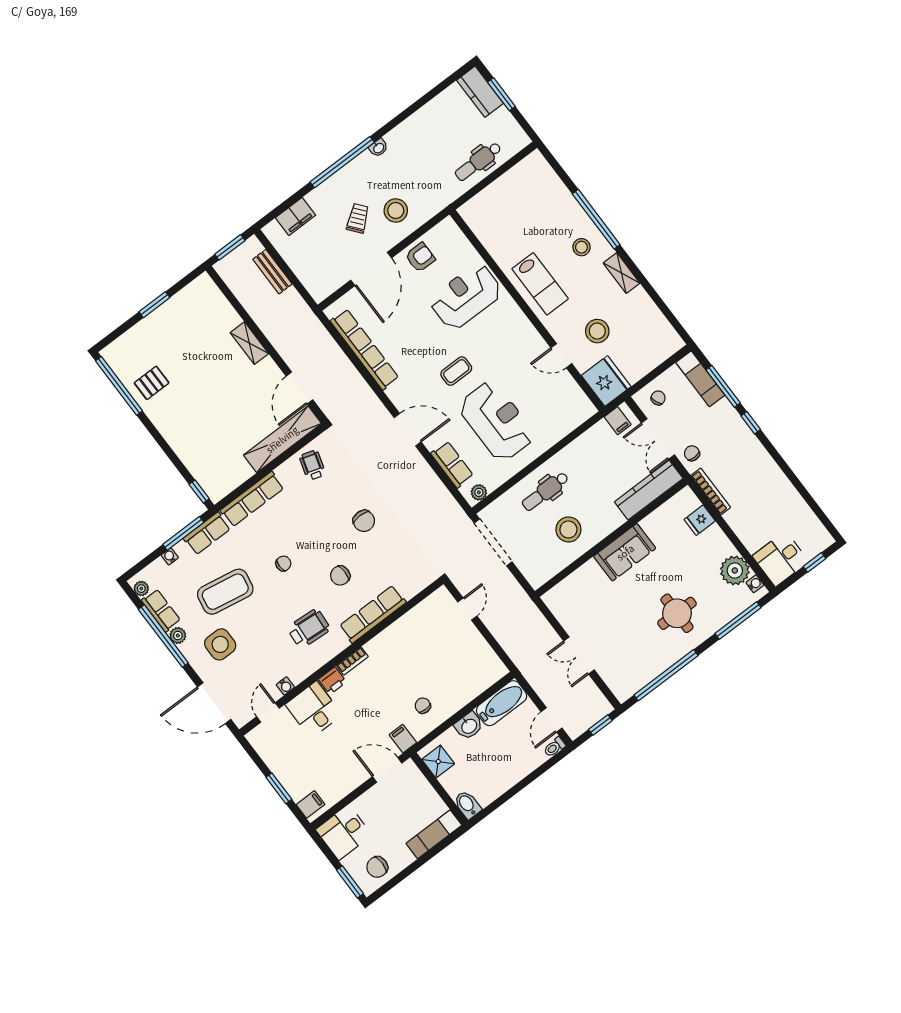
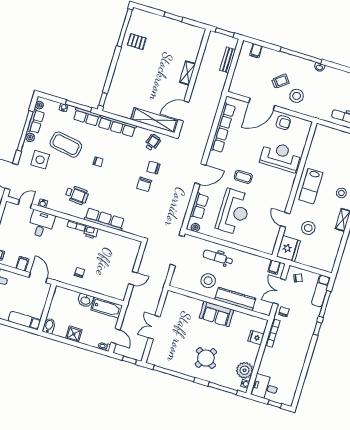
filing cabinet: (296, 216) -> (256, 51), width x0.50
door: (408, 430) -> (200, 174), hinge flipped
kitchen counter: (649, 490) -> (235, 299), moved
chair: (340, 575) -> (153, 168), moved
door: (467, 609) -> (133, 278), moved
round table: (677, 613) -> (206, 358), turned 33
printer: (332, 681) -> (91, 232), moved
door: (552, 720) -> (116, 336), swing flipped
filing cabinet: (403, 739) -> (22, 264), moved
shower: (438, 762) -> (74, 334), moved

